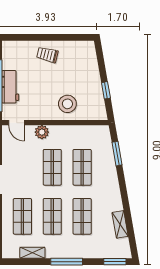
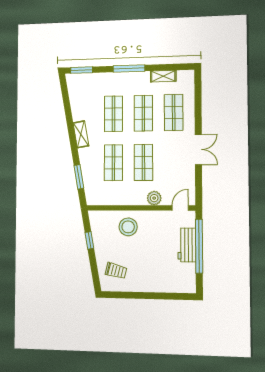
trolley: (47, 55) -> (116, 271), moved
door: (16, 123) -> (180, 208), hinge flipped
shelving: (120, 224) -> (81, 134), moved

